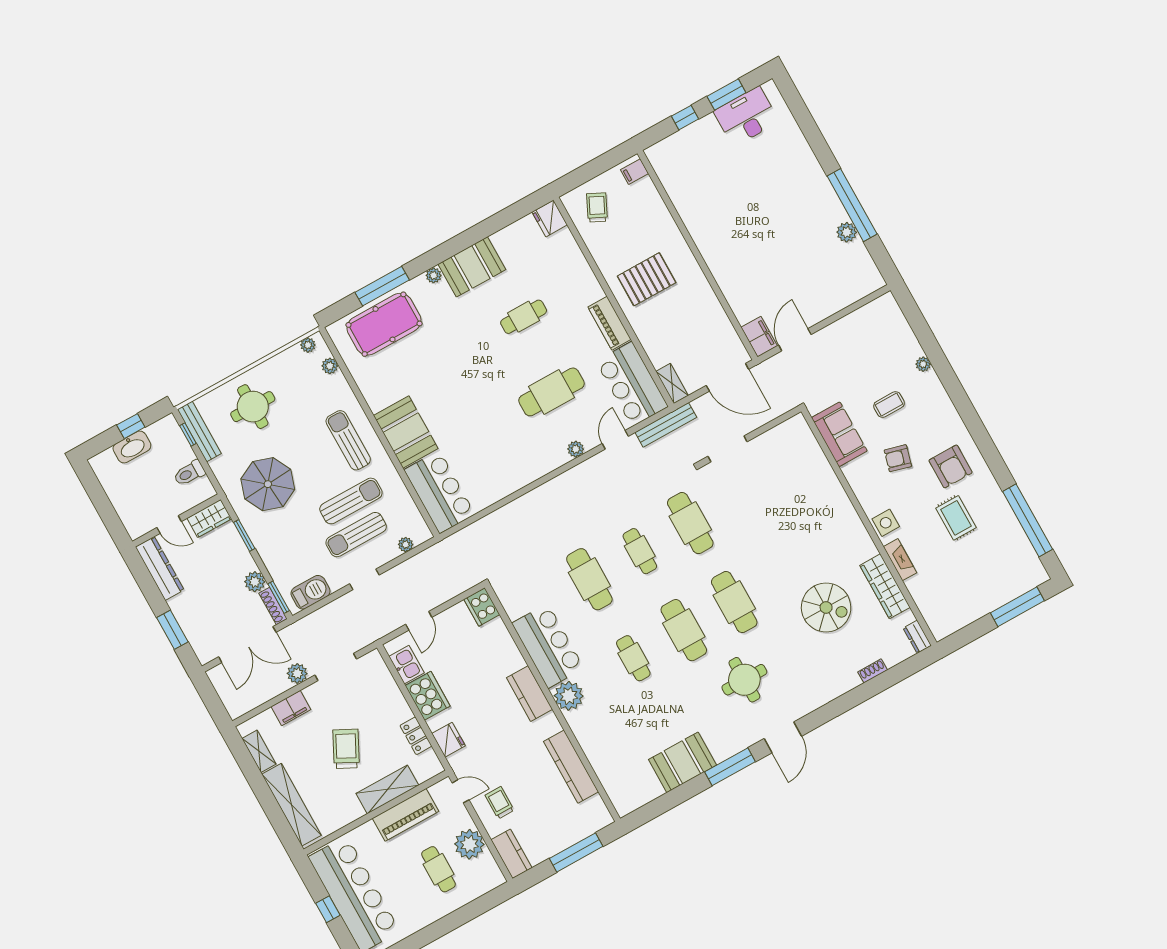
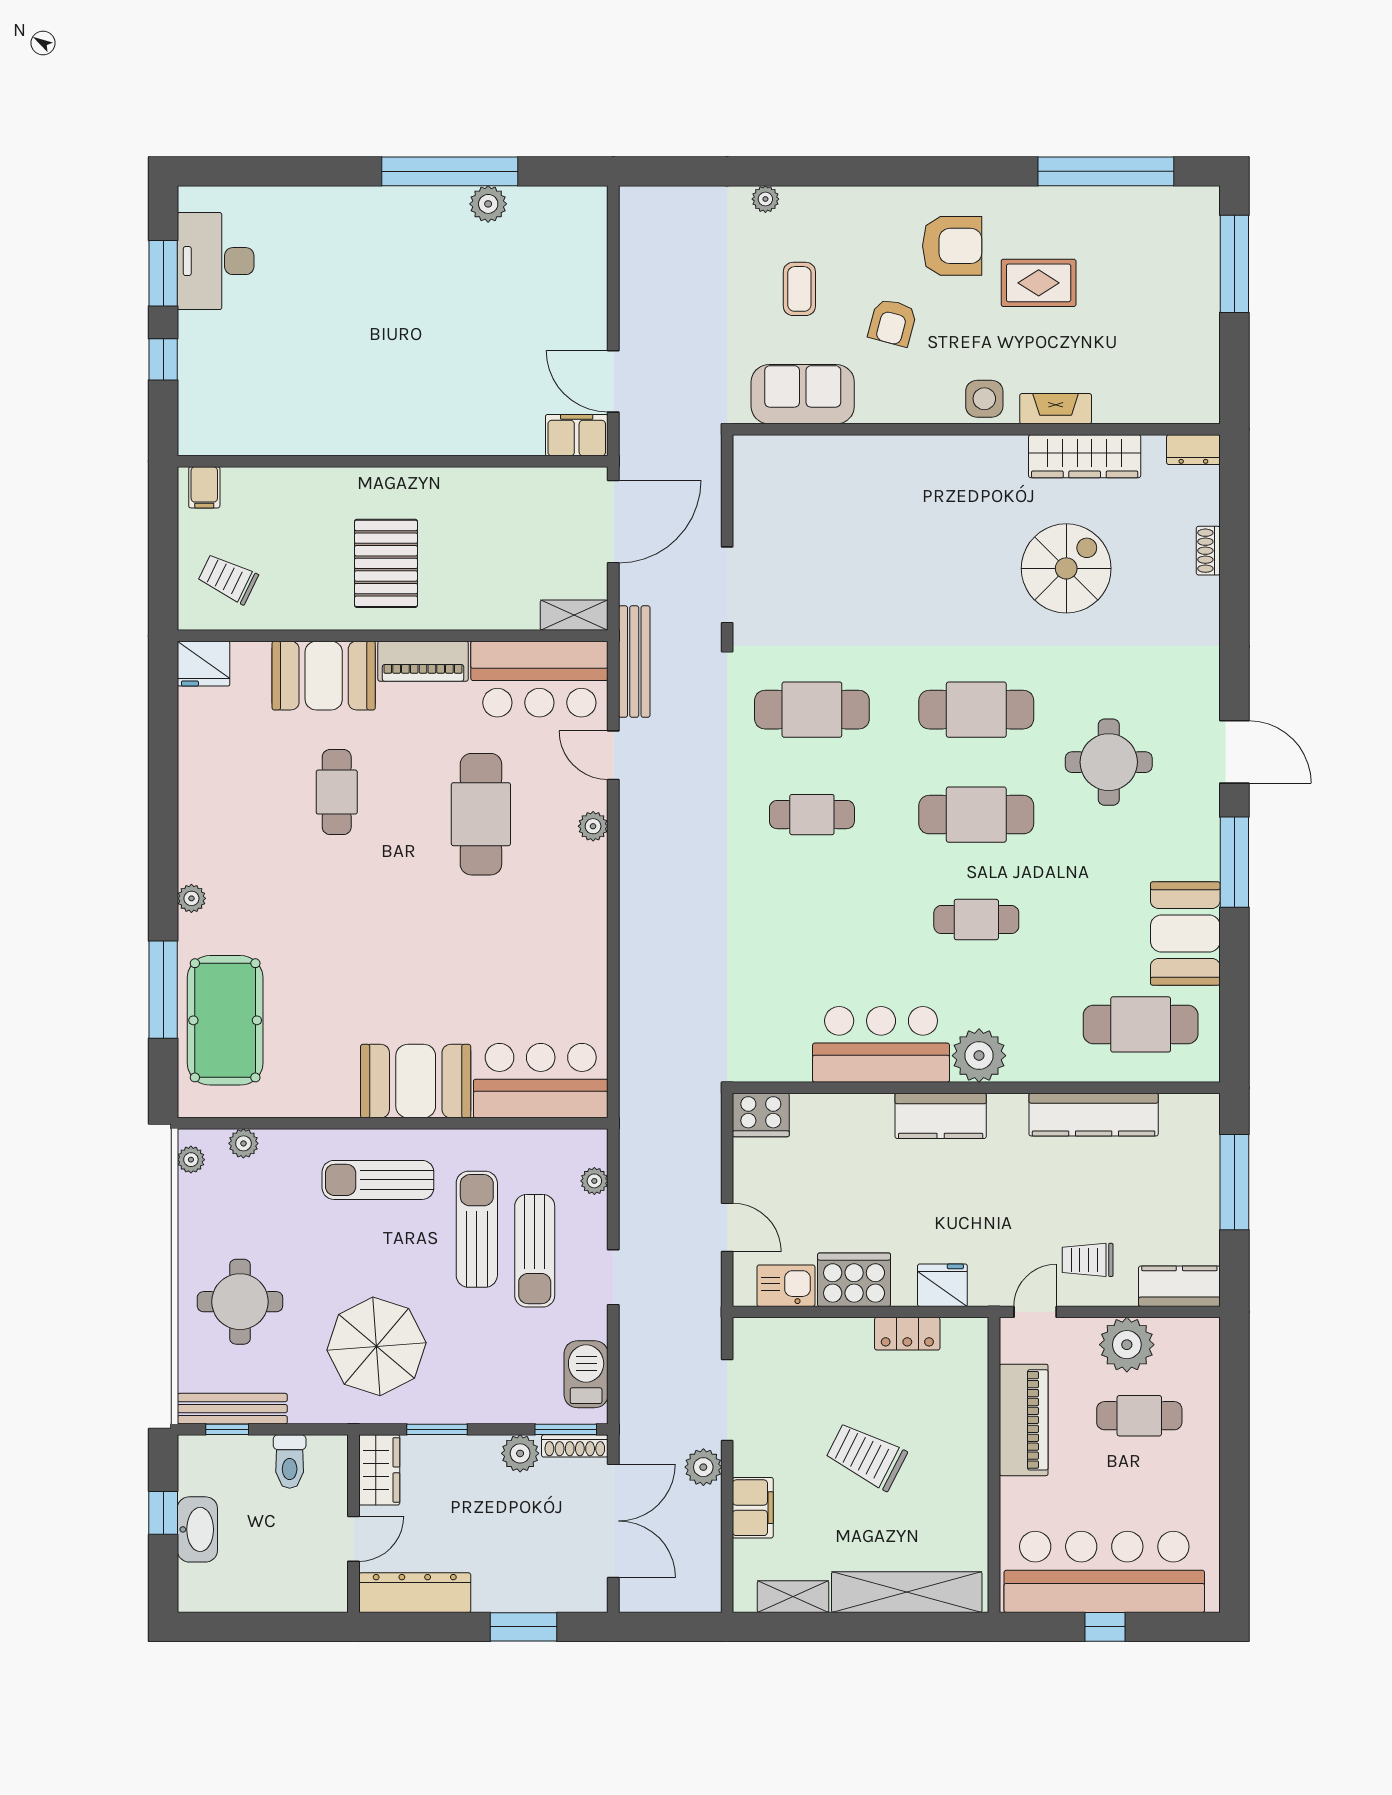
booth: (472, 267) -> (324, 676), moved, turned 90
cafe table: (589, 579) -> (1141, 1024), moved
shelving: (387, 789) -> (967, 1427), removed

